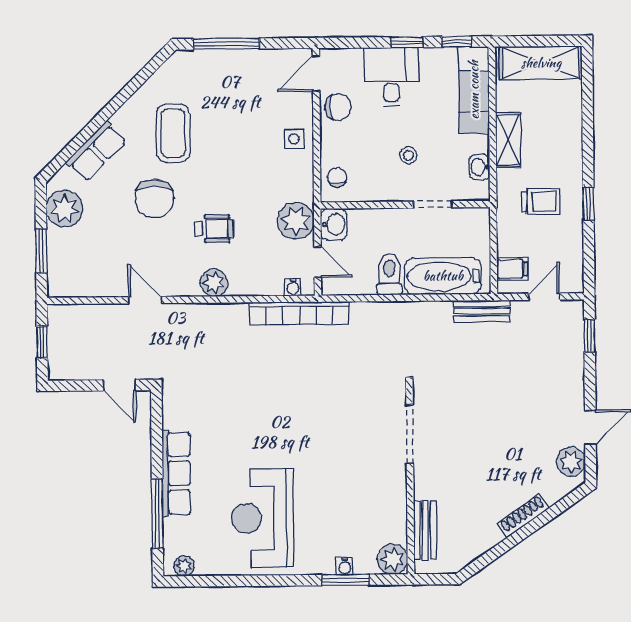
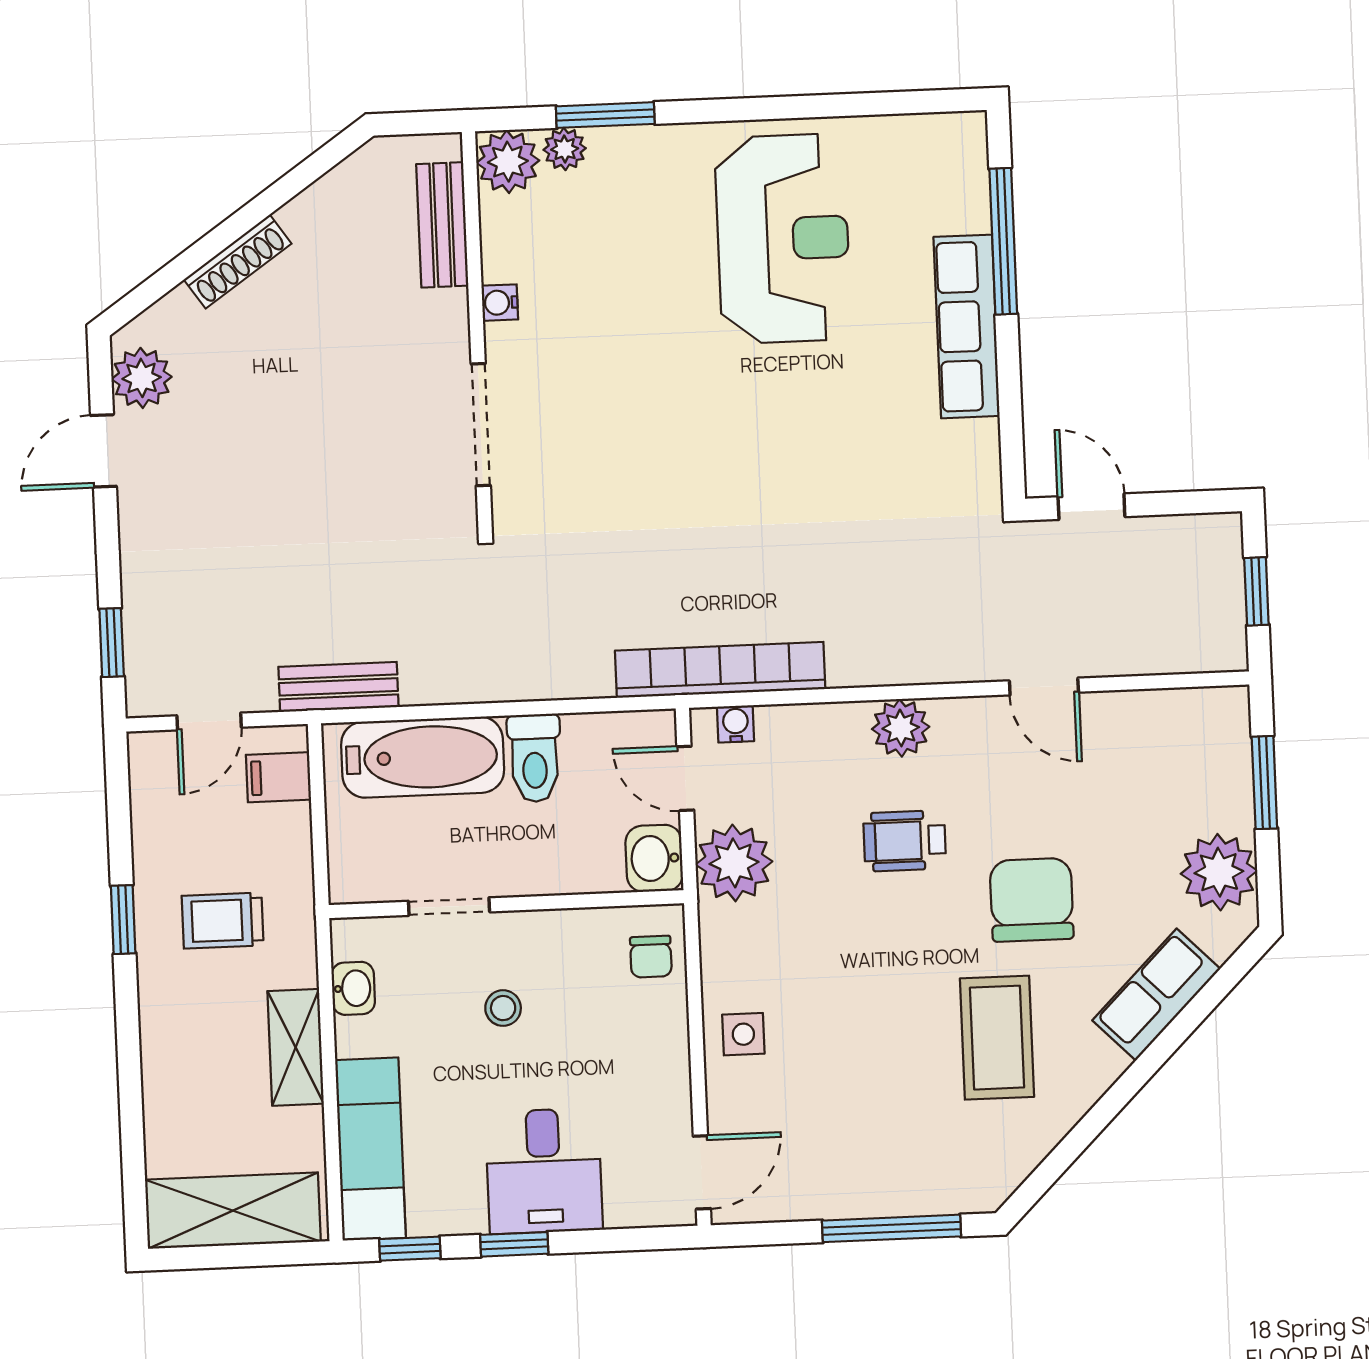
chair: (338, 107) -> (654, 1104), removed
plant: (184, 566) -> (565, 149), moved
water cooler: (345, 566) -> (500, 303), moved, turned -90

